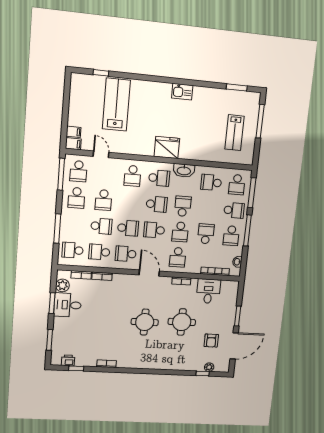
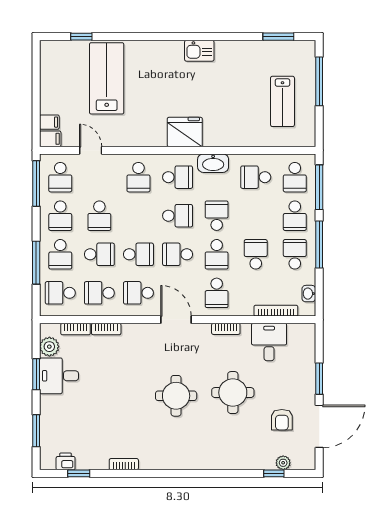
school desk: (234, 210) -> (295, 216), turned 90
school desk: (75, 224) -> (60, 254), added
school desk: (231, 236) -> (295, 254), turned 180

